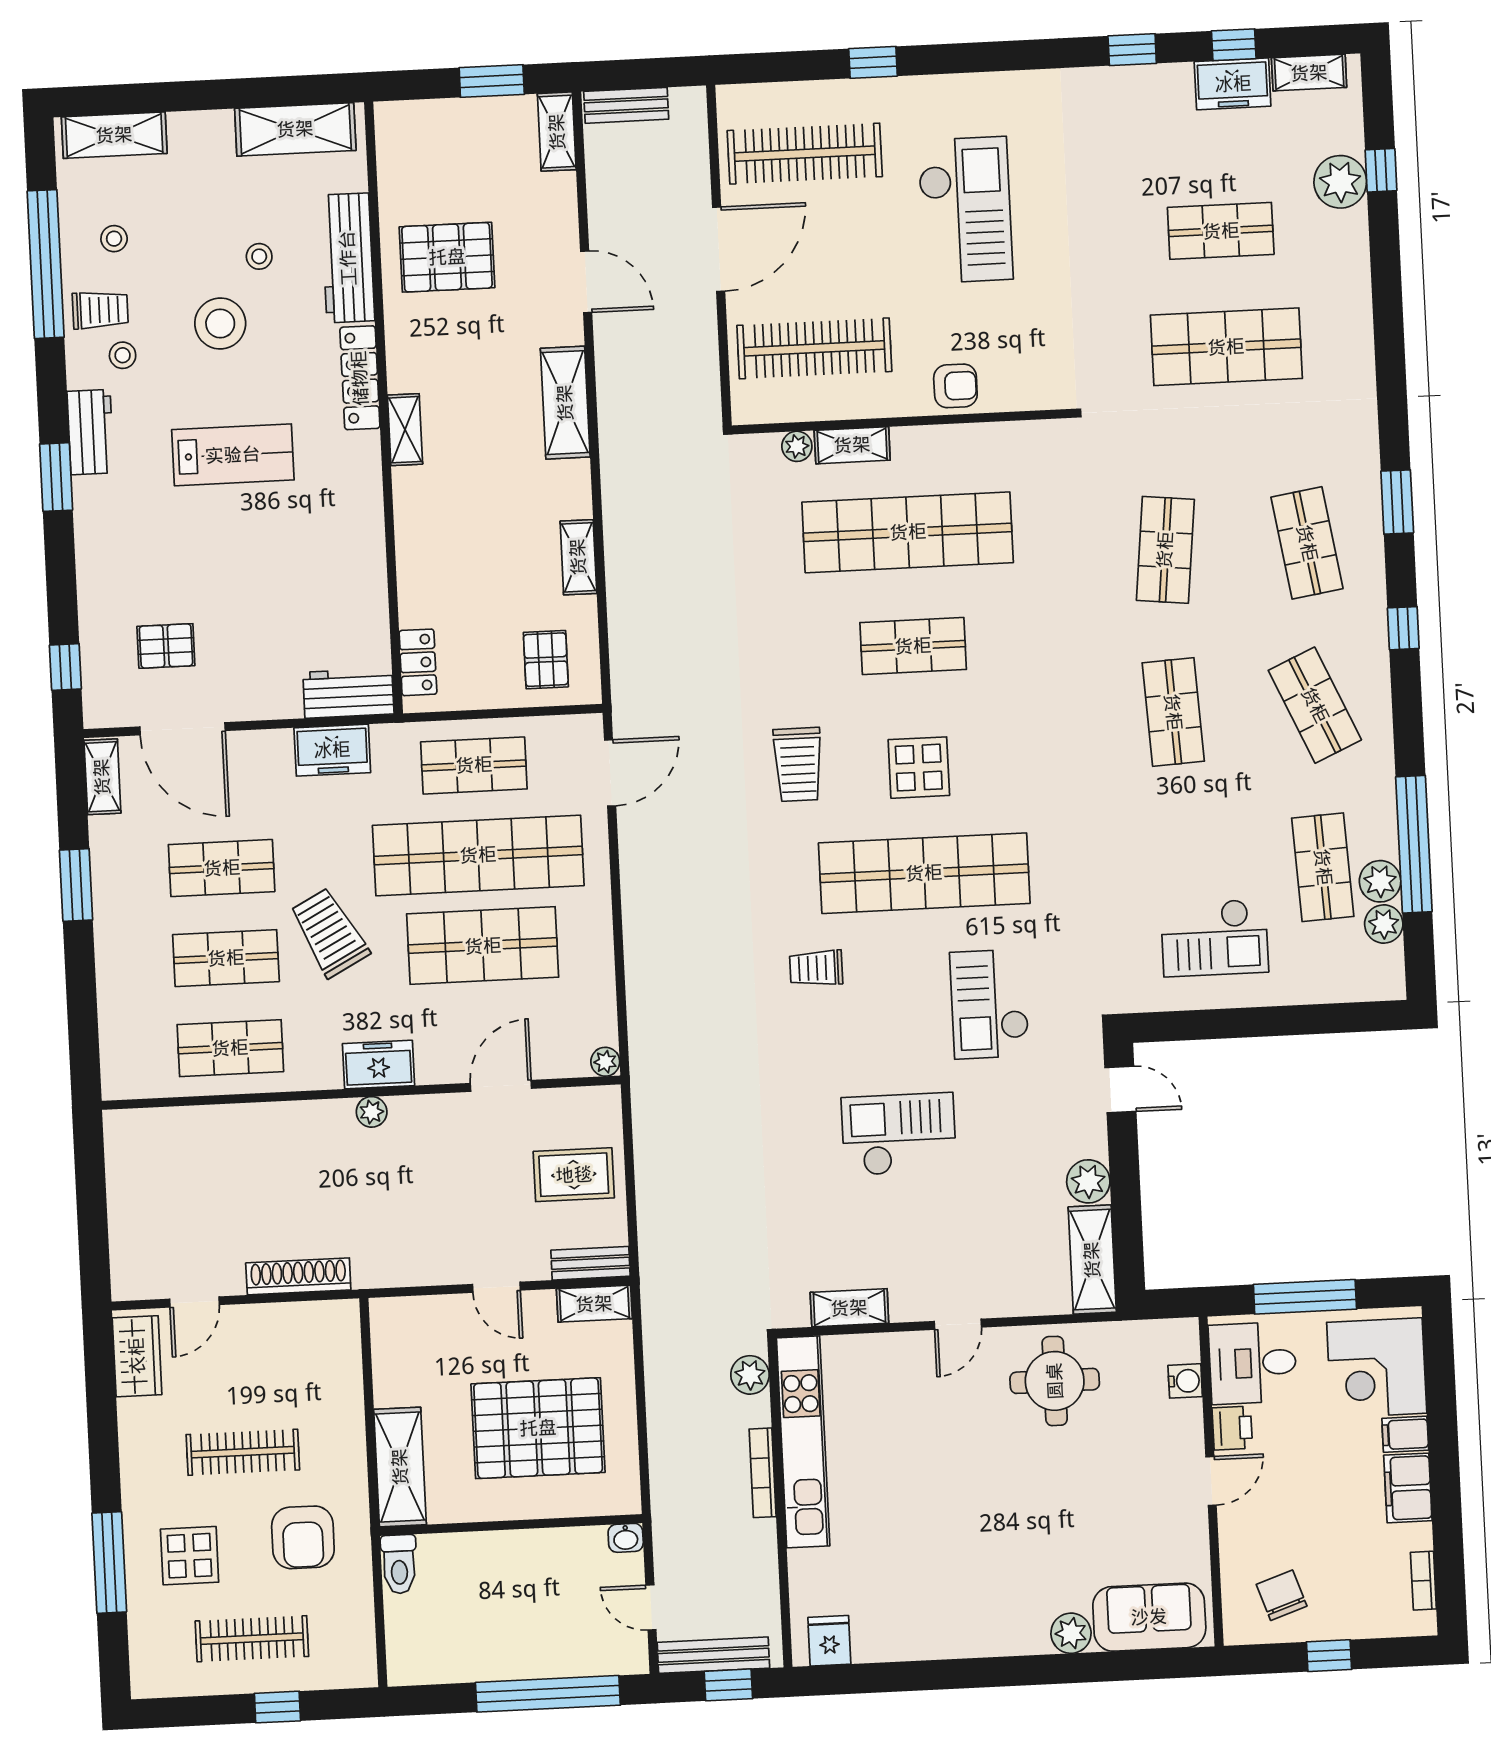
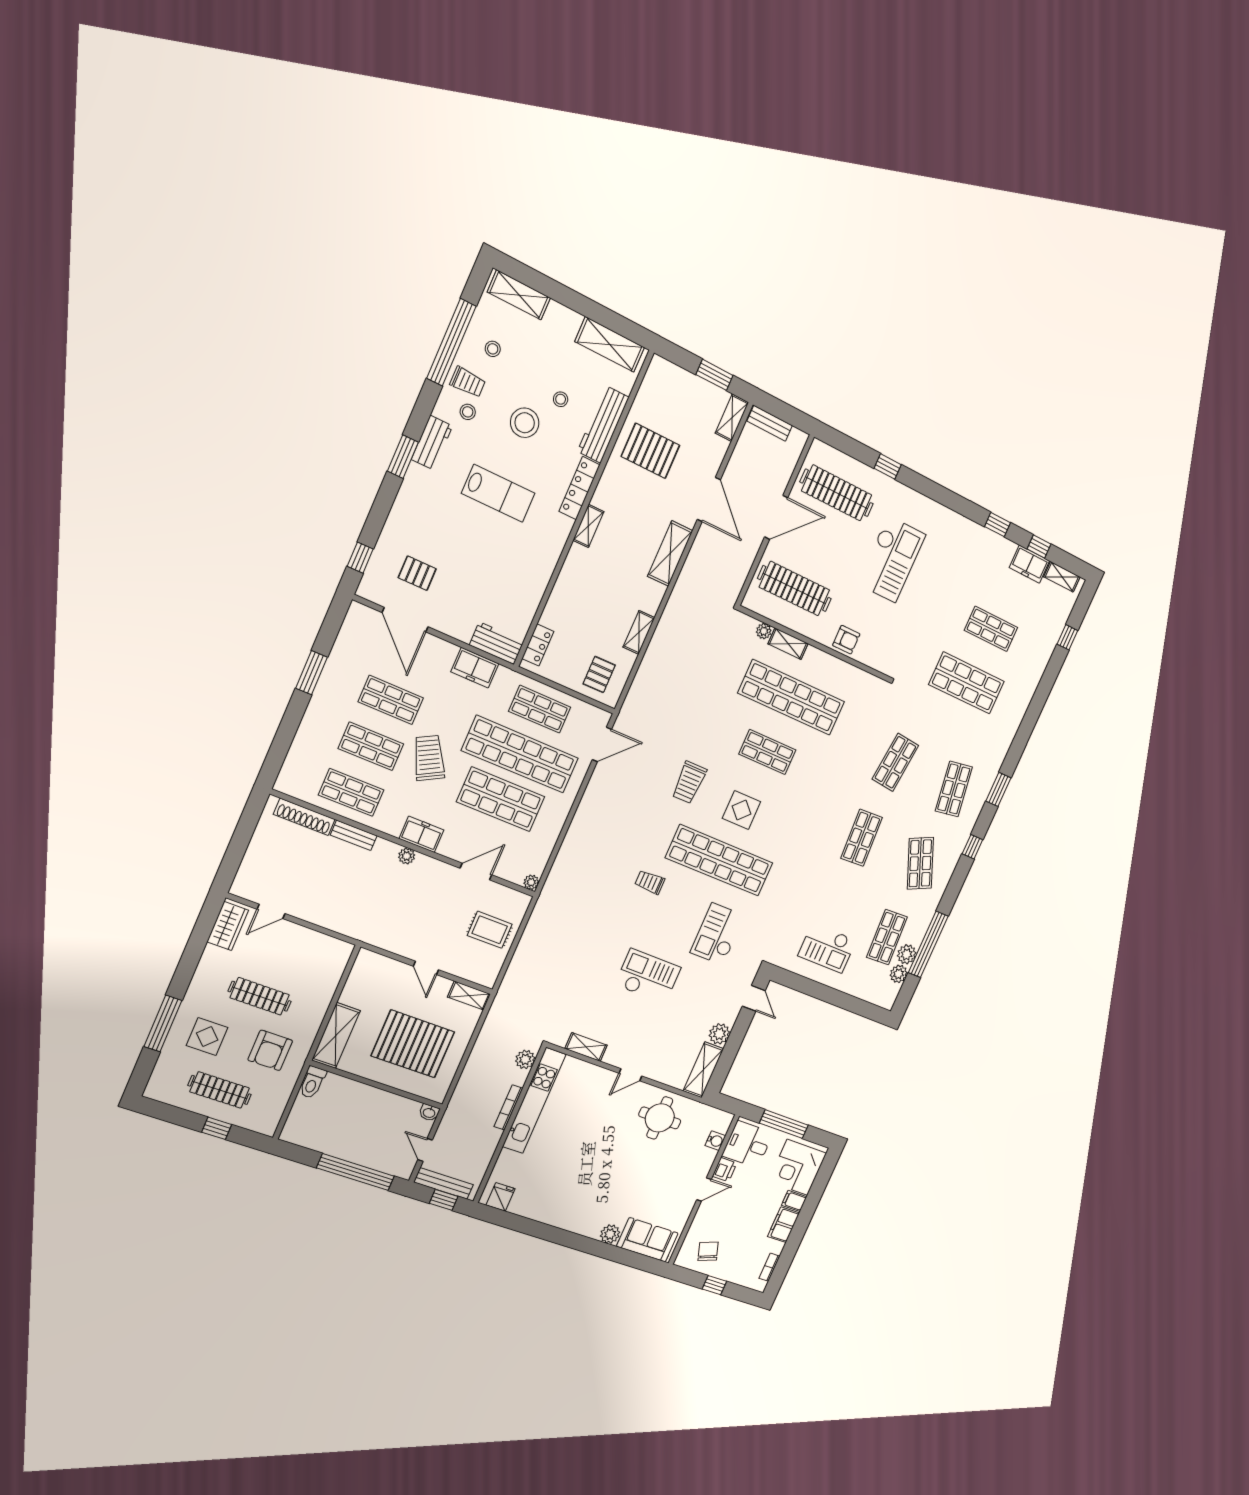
plant: (1340, 182) -> (1049, 633), removed
door: (586, 282) -> (709, 499), width x1.36
shelving: (102, 777) -> (352, 624), removed
bench: (590, 1263) -> (354, 835), moved
shoe rack: (298, 1276) -> (304, 817), moved, turned 180

